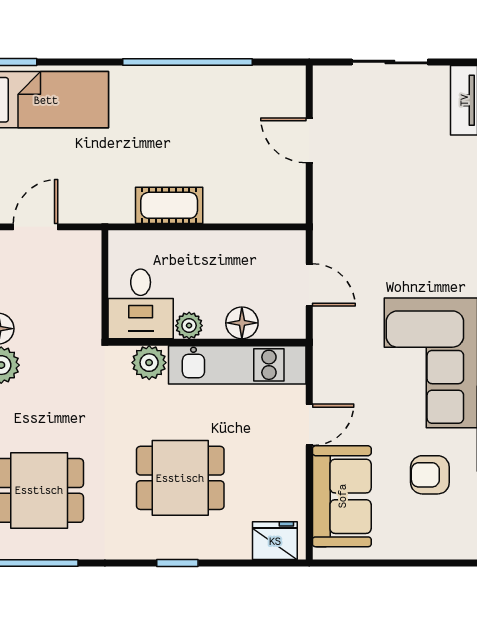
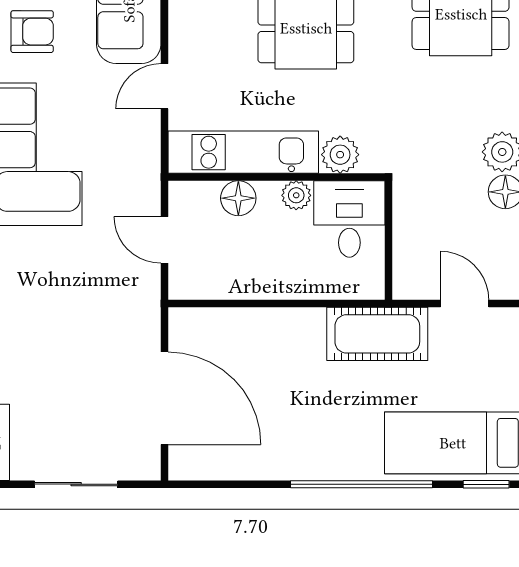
window: (188, 62) -> (362, 484), moved
door: (309, 140) -> (164, 398), width x1.88
cot: (169, 205) -> (377, 334), moved, width x1.37, depth x1.34
door: (35, 227) -> (465, 303), swing flipped

